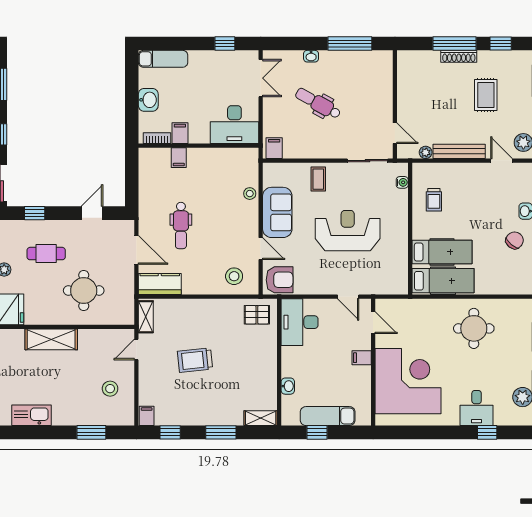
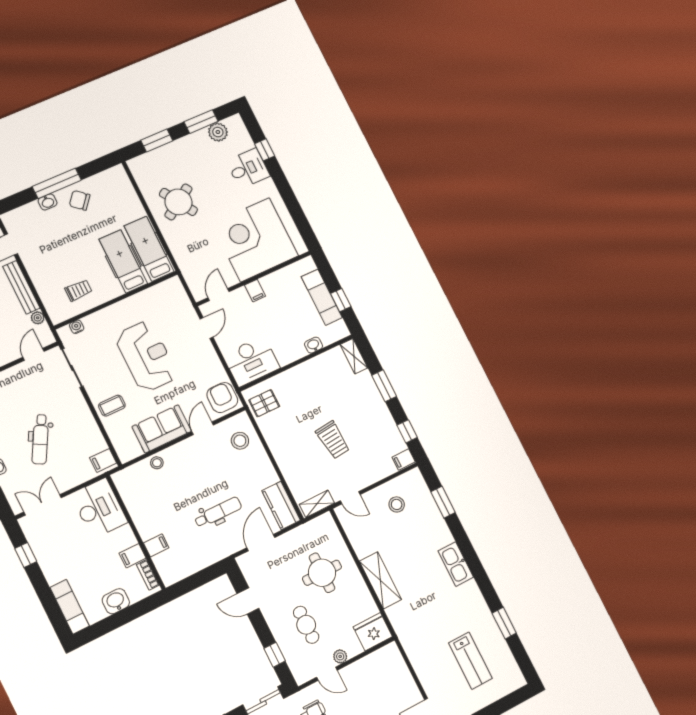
reception desk: (348, 231) -> (146, 356), turned 180
pallet: (257, 315) -> (264, 403), turned 90
round table: (474, 328) -> (178, 202), turned -33

